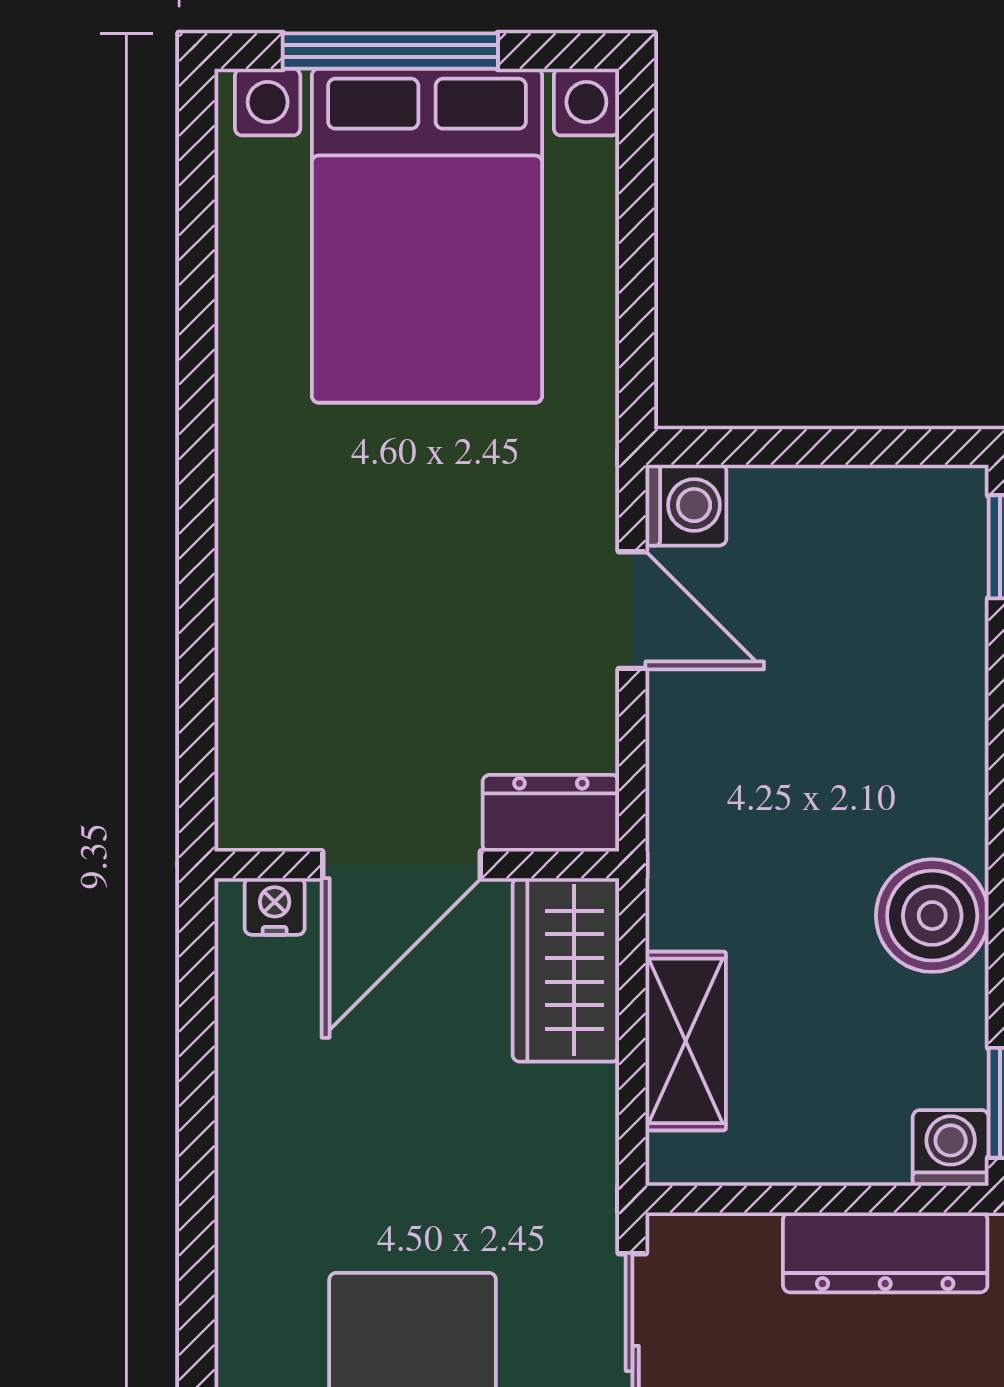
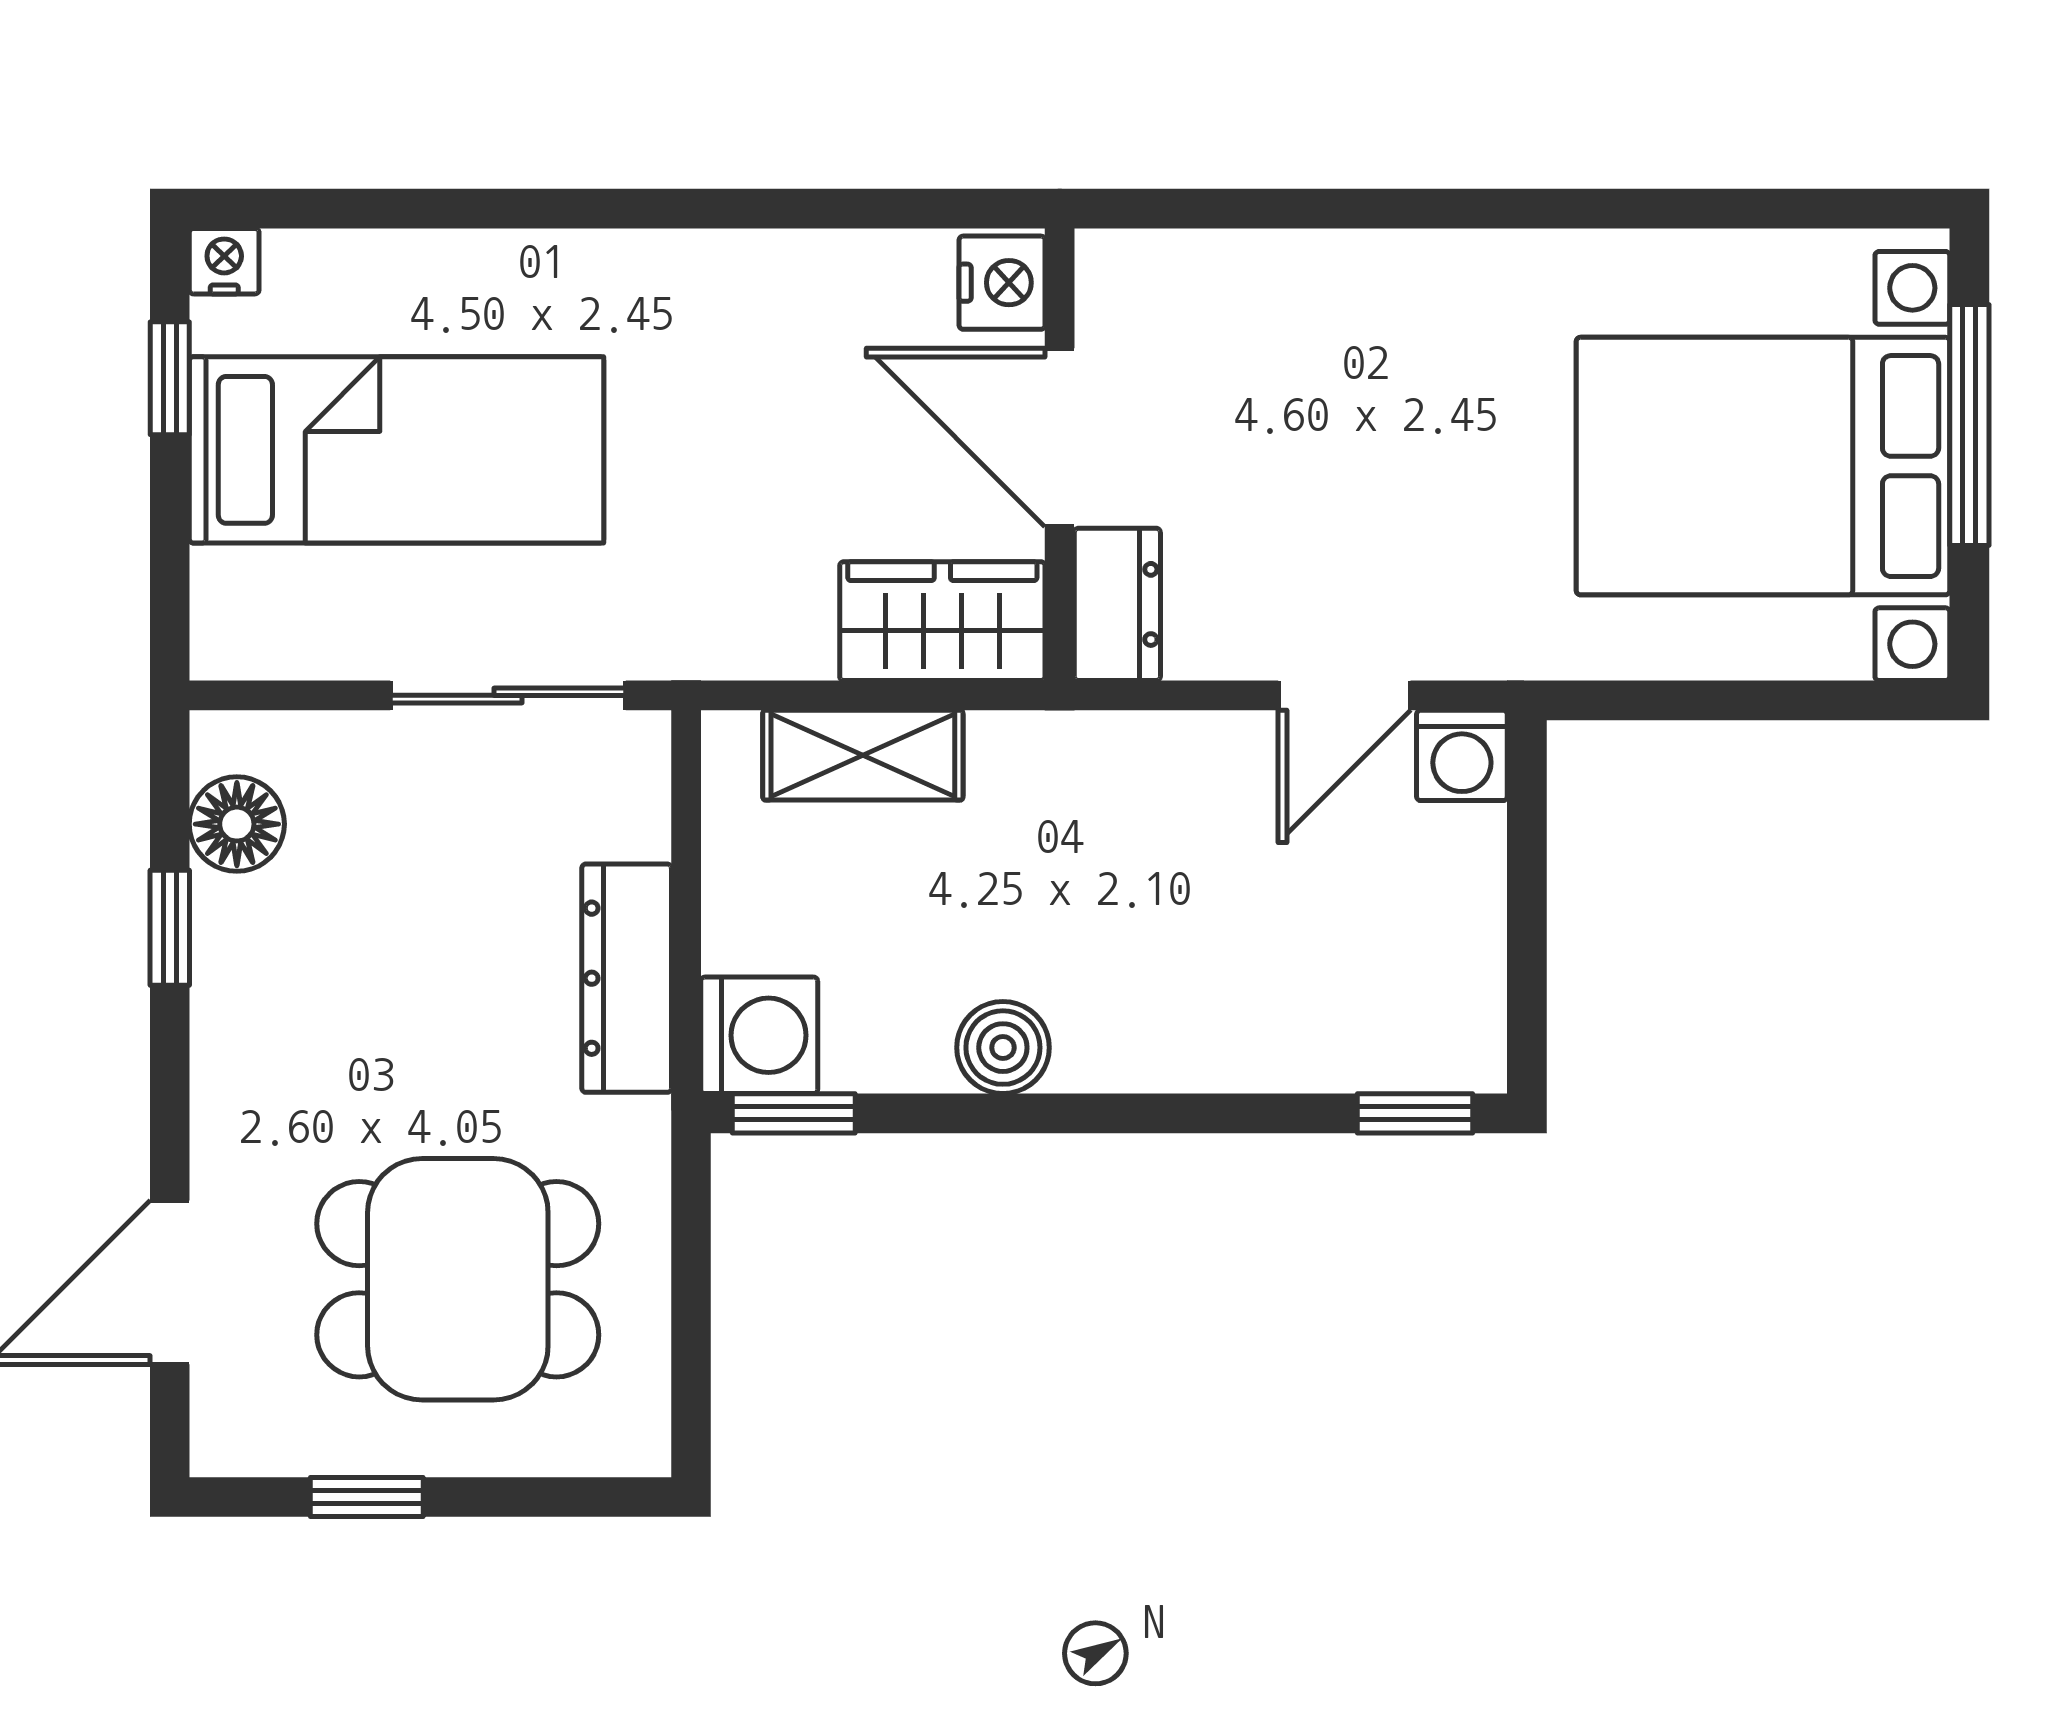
nightstand: (275, 906) -> (1002, 283), width x1.39, depth x1.35
boiler: (932, 916) -> (1003, 1048), width x0.73, depth x0.73
washing machine: (951, 1148) -> (759, 1035), width x1.38, depth x1.38

